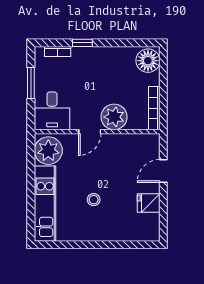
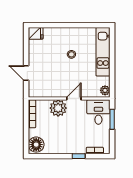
window: (31, 83) -> (112, 119), moved
plant: (48, 151) -> (105, 90), width x0.53, depth x0.53
door: (163, 171) -> (26, 73), swing flipped
fridge: (149, 203) -> (36, 33), moved

